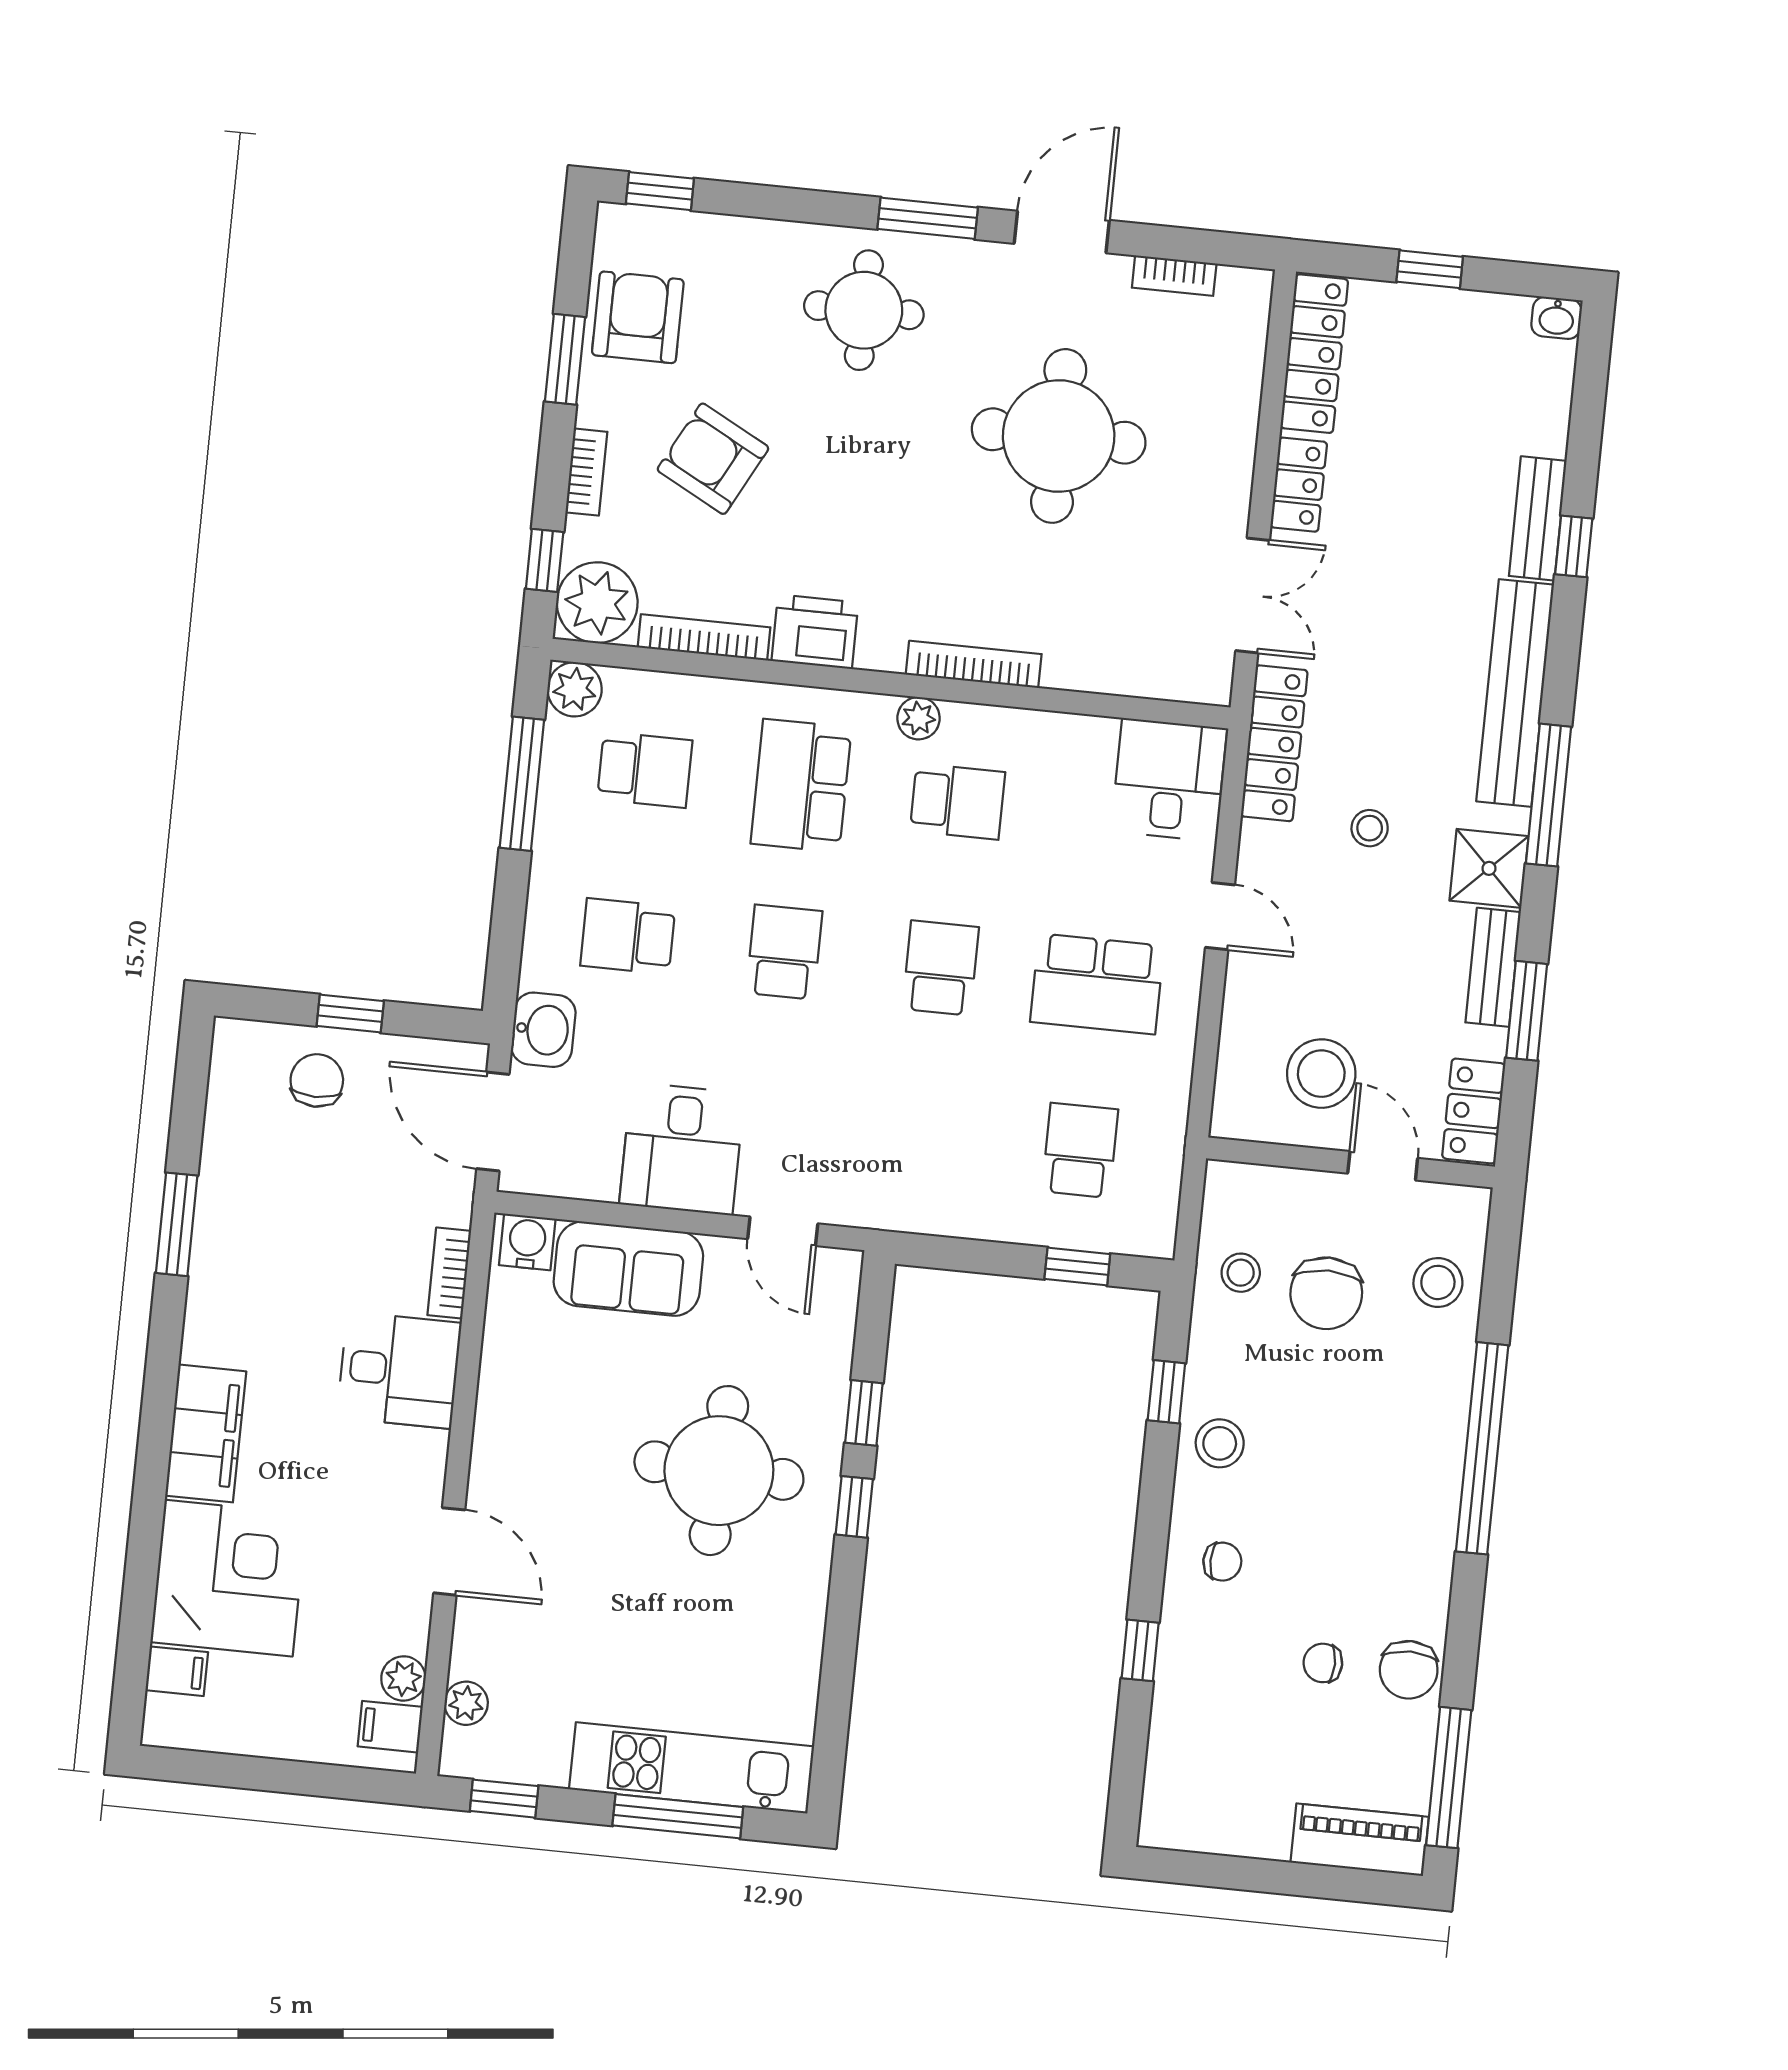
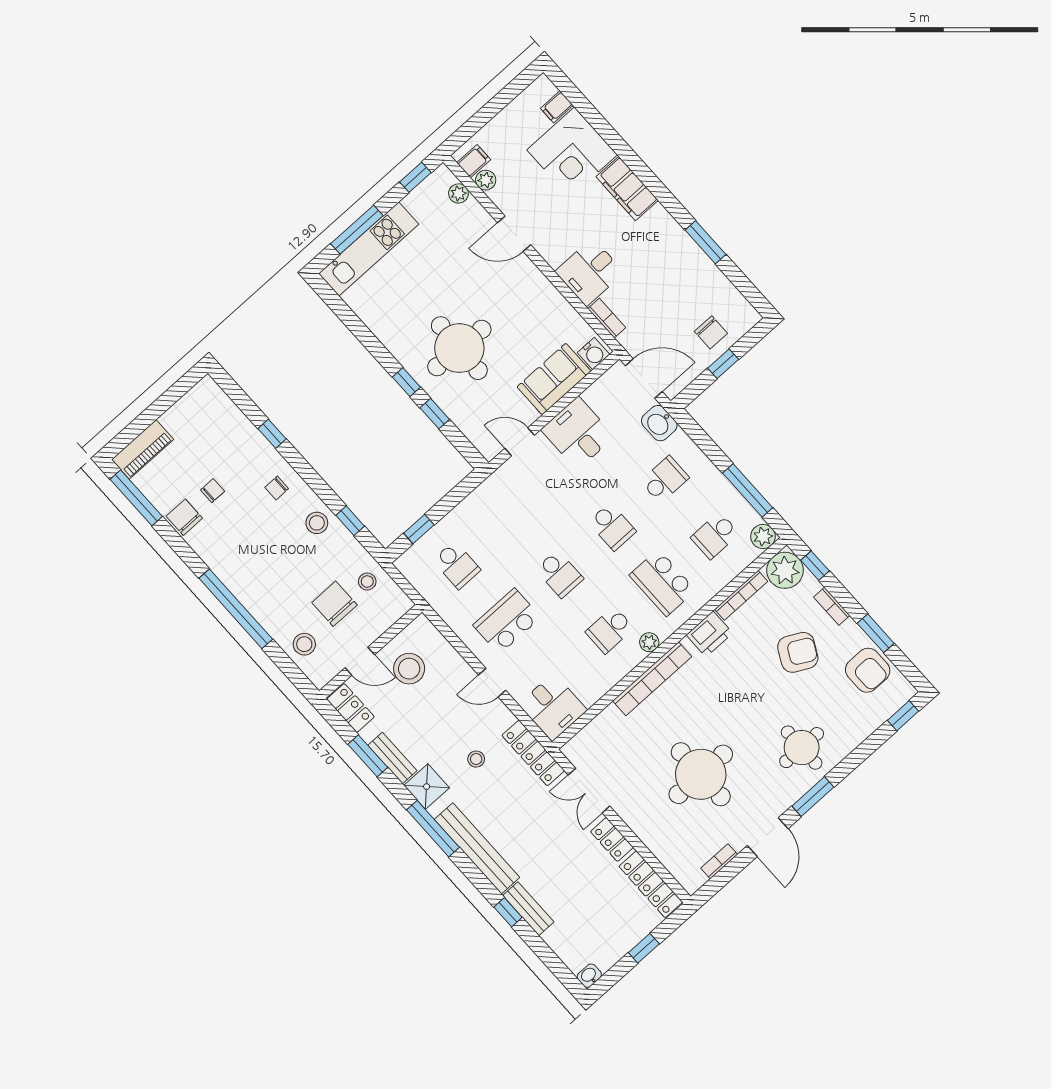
bookcase: (974, 664) -> (652, 679), width x1.48, depth x1.31
school desk: (801, 786) -> (662, 583), turned 180

